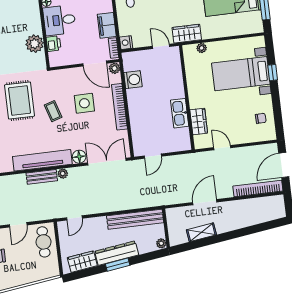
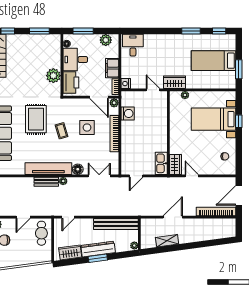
printer: (54, 44) -> (71, 83), width x1.87, depth x1.48
kitchen sink: (180, 113) -> (161, 163), moved
wardrobe: (199, 121) -> (176, 164), moved
double door: (107, 162) -> (99, 176), width x0.73

